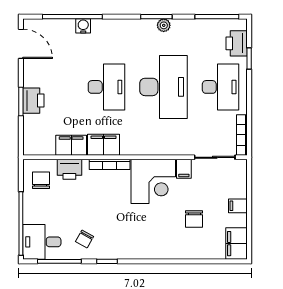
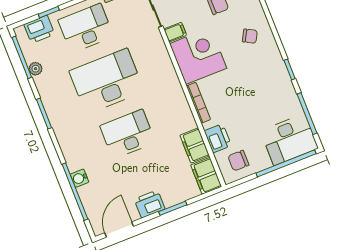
plant: (164, 25) -> (36, 69), moved
printer: (33, 101) -> (150, 204), moved
filing cabinet: (104, 145) -> (206, 176), moved
chair: (84, 239) -> (250, 36), moved
desk: (42, 242) -> (289, 140), width x1.37

